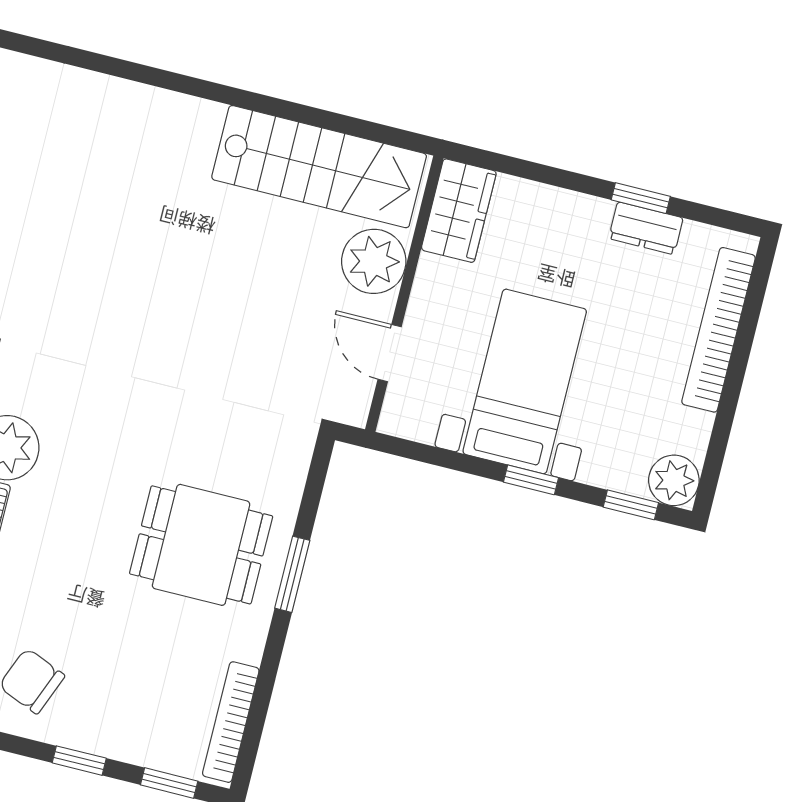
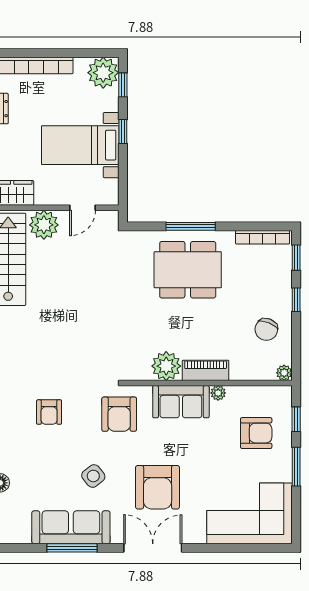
plant: (674, 480) -> (103, 73), width x1.36, depth x1.36
dining table: (201, 545) -> (188, 270), width x1.38
window: (292, 574) -> (191, 226), width x1.44

